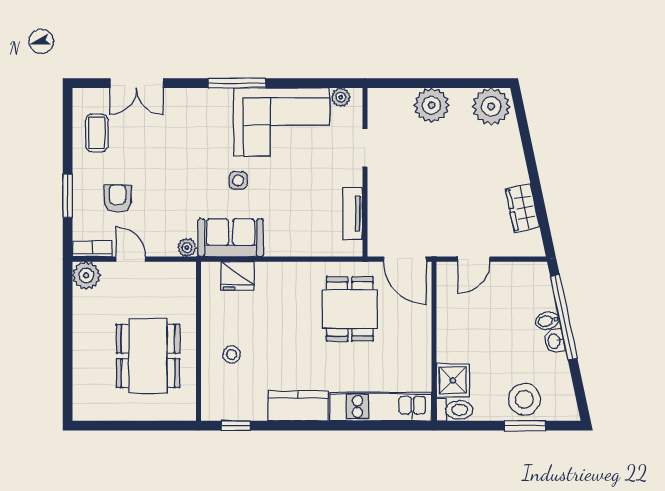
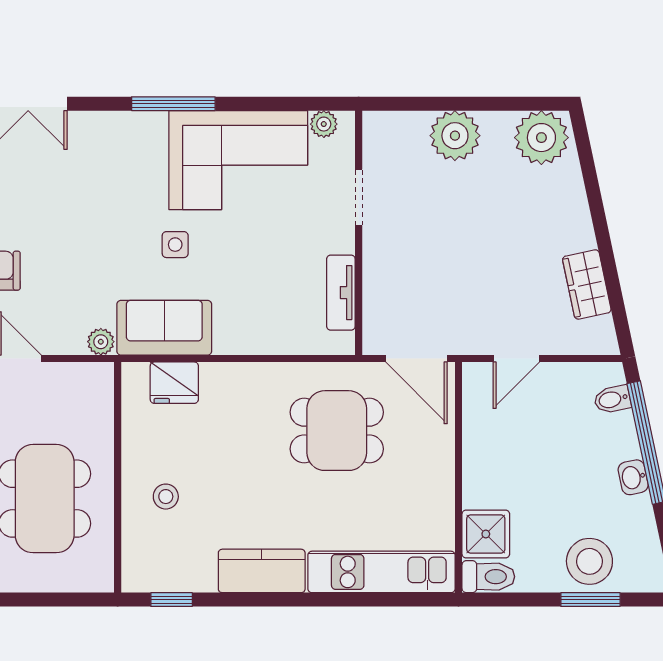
dining table: (350, 309) -> (337, 431), turned 90
bidet: (547, 321) -> (612, 399), moved

